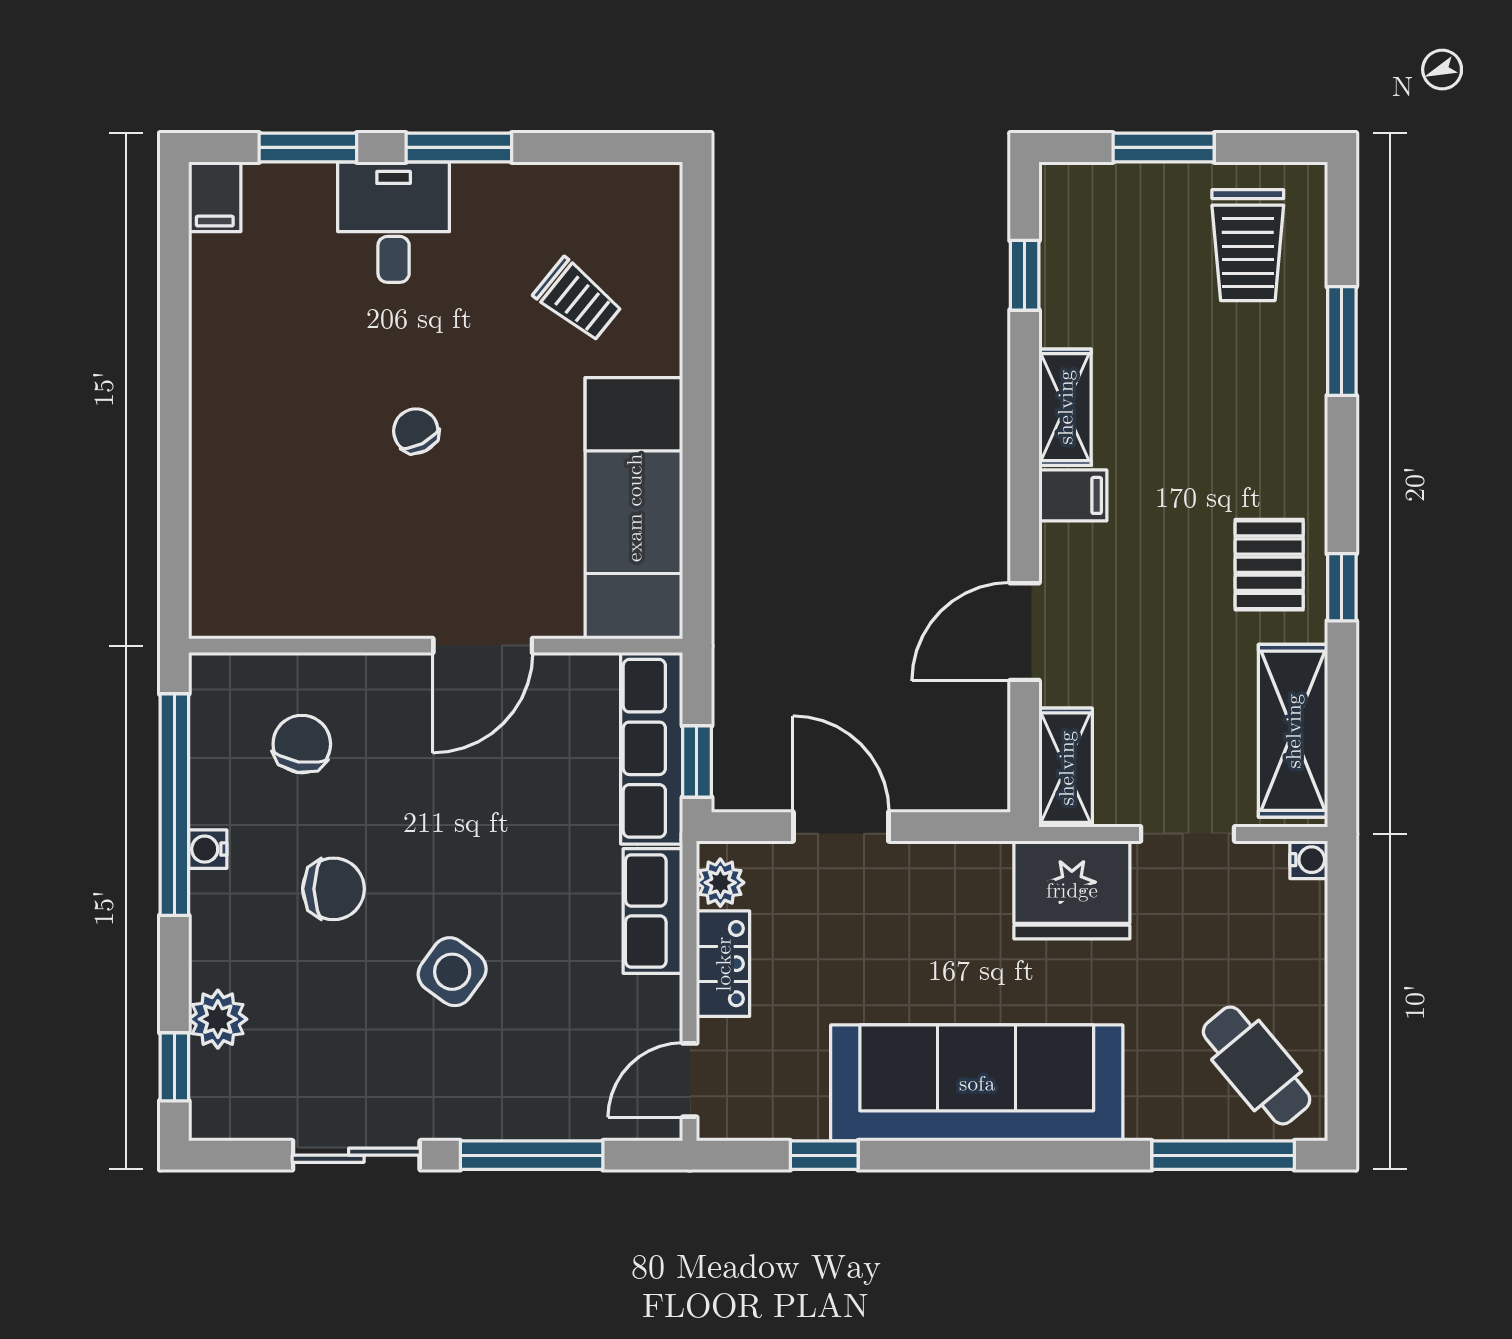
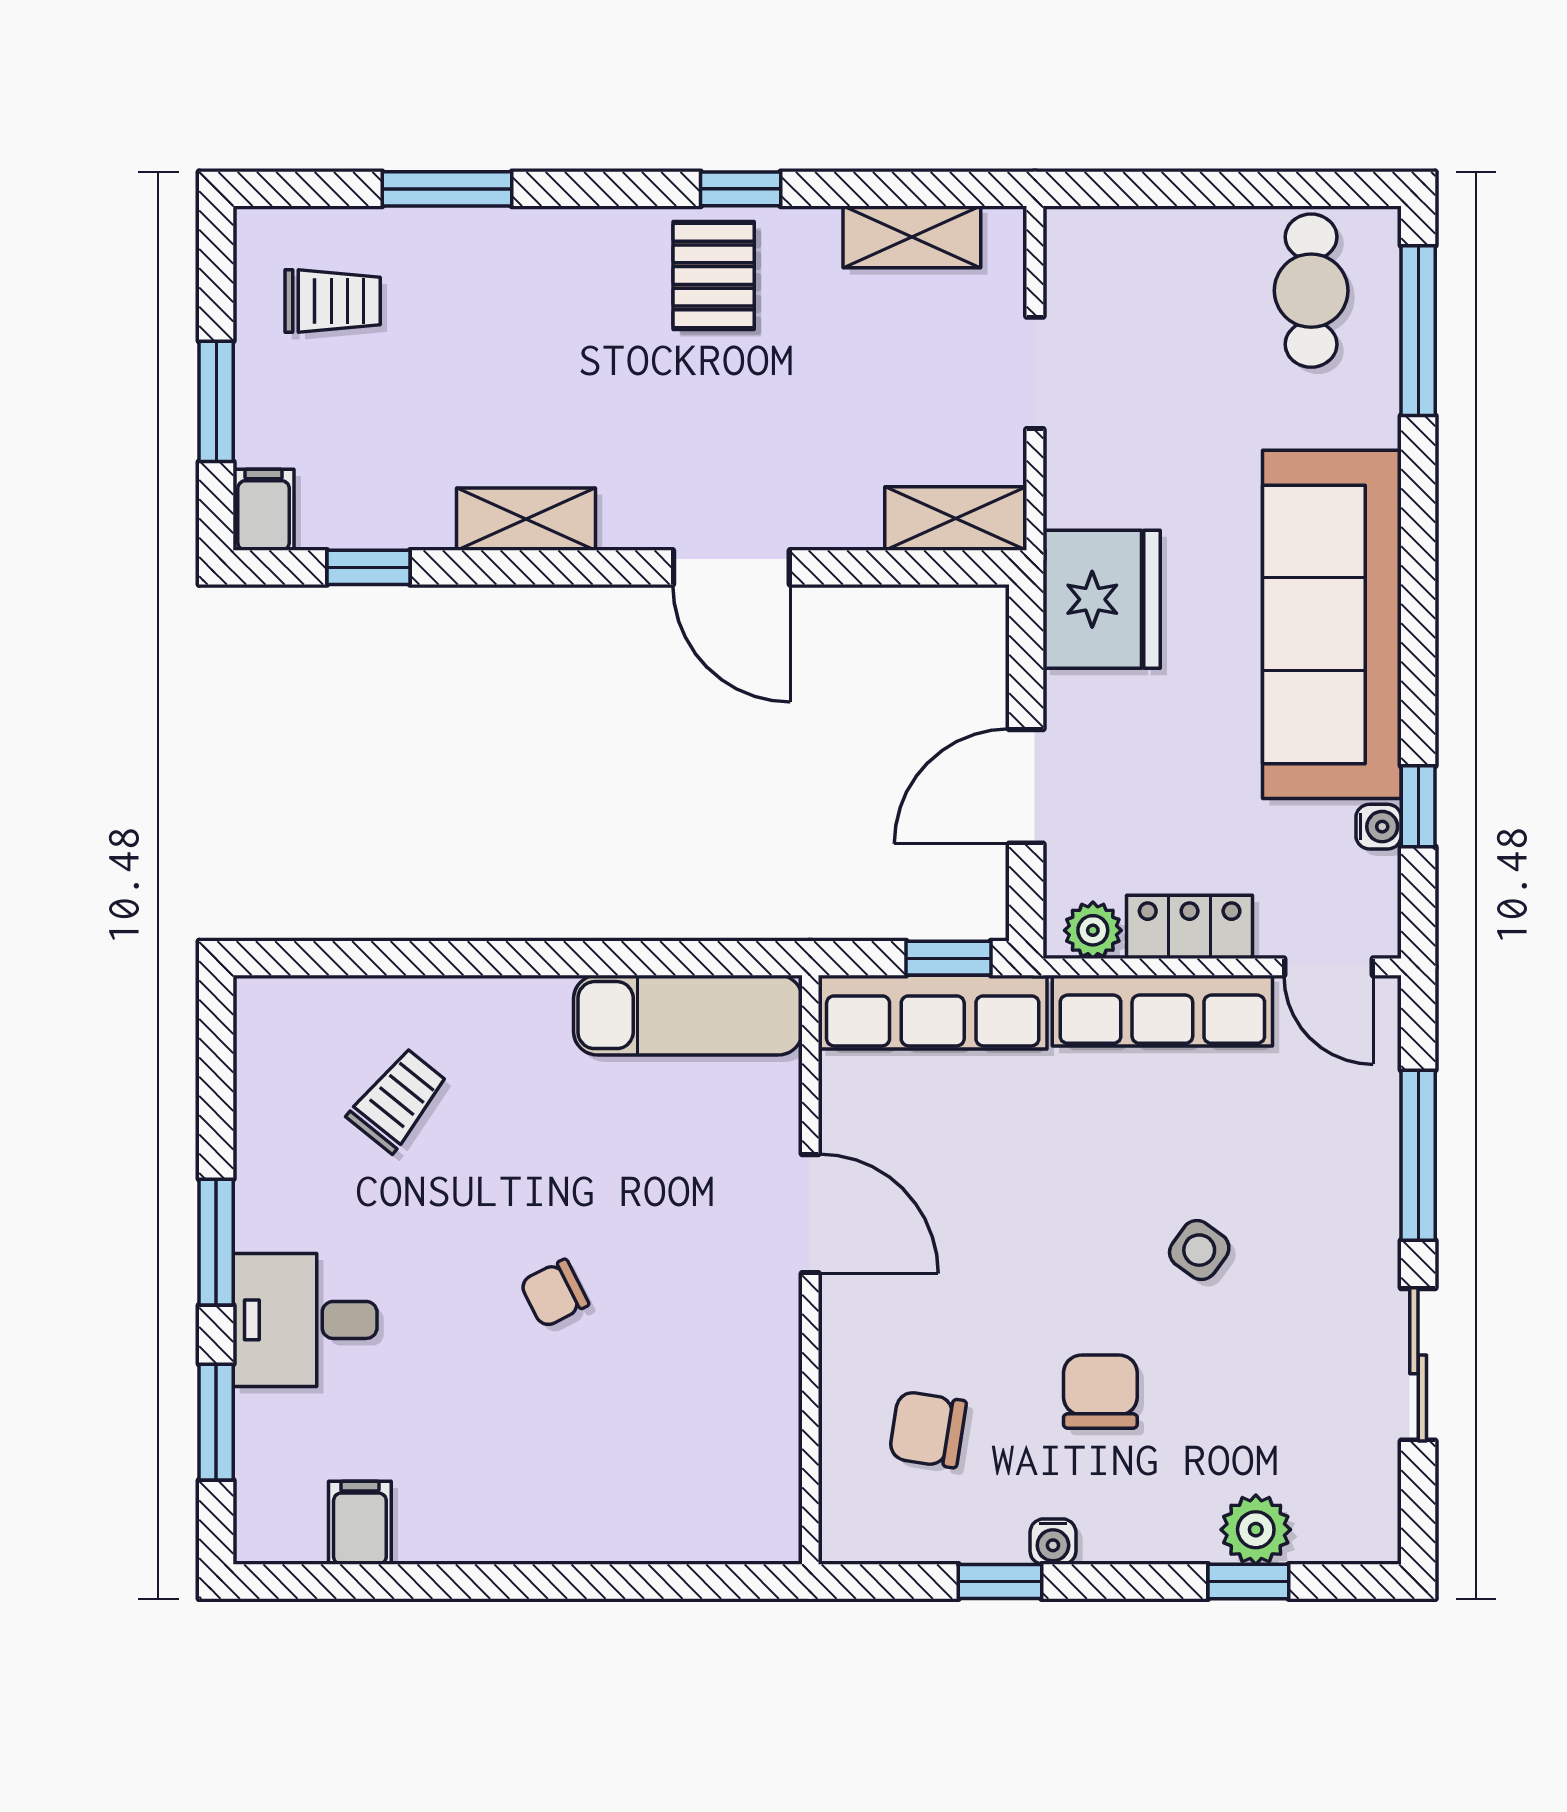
filing cabinet: (215, 197) -> (360, 1523), moved, turned -90
trolley: (1248, 245) -> (333, 301), width x0.73, depth x0.72
filing cabinet: (1073, 495) -> (264, 510), moved
exam couch: (634, 508) -> (688, 1015), width x0.73, depth x0.69
pallet: (1269, 565) -> (714, 276), turned 90
door: (1025, 632) -> (731, 567), moved
shelving: (1293, 731) -> (912, 237), width x0.67, depth x0.75
window: (174, 805) -> (1000, 1582), width x0.32
water cooler: (1309, 860) -> (1379, 827), moved, turned 90
fridge: (1072, 890) -> (1102, 599), moved
row of seats: (653, 911) -> (1162, 1011), width x1.48
side table: (452, 972) -> (1199, 1250), width x0.73, depth x0.73
cafe table: (1257, 1065) -> (1311, 291), turned -50
window: (174, 1067) -> (1248, 1582), moved

